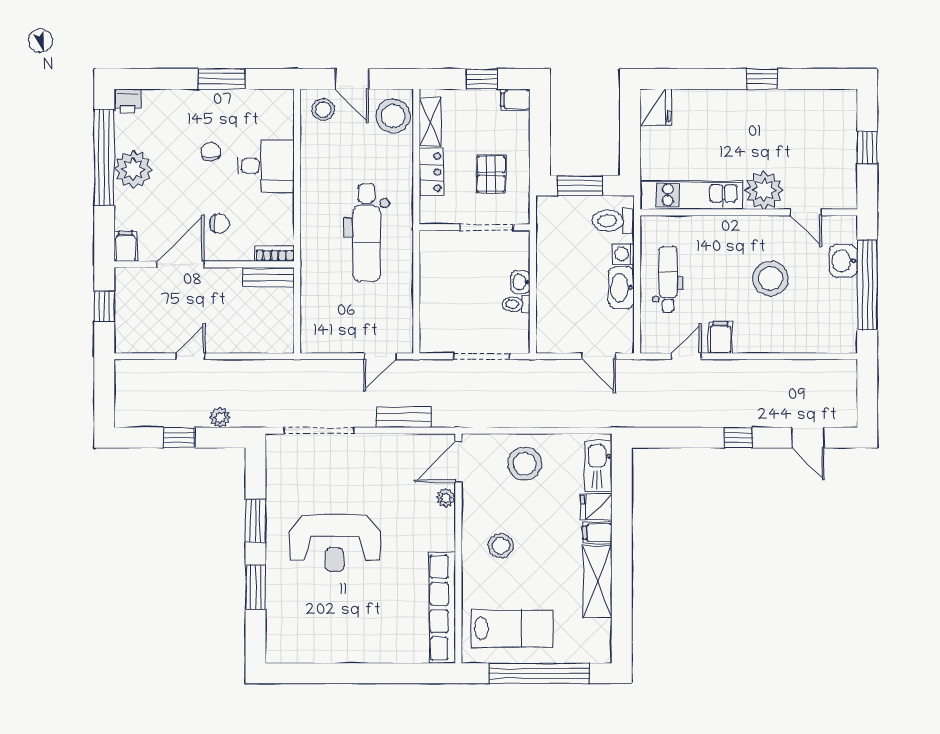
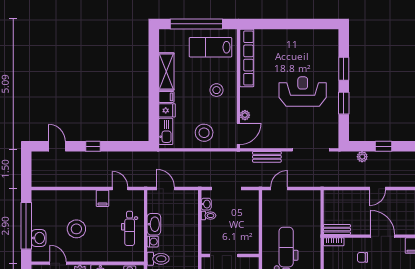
door: (181, 264) -> (383, 236), swing flipped
washbasin: (521, 282) -> (206, 204), moved
door: (686, 356) -> (120, 189), swing flipped

